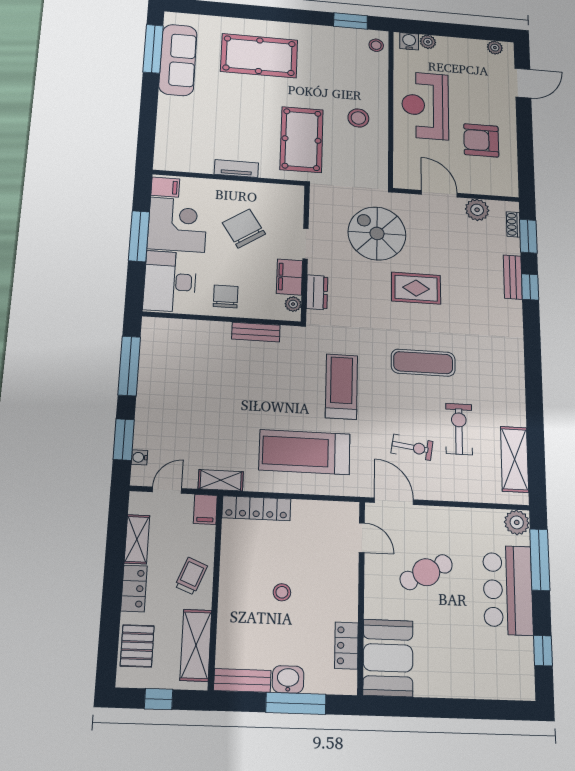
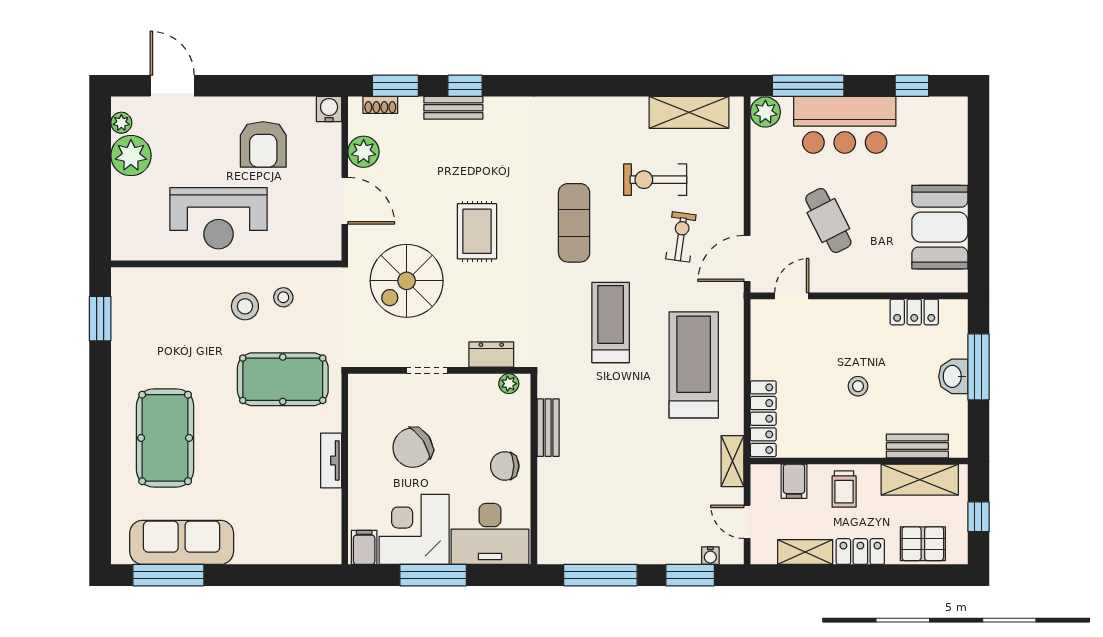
water cooler: (409, 41) -> (329, 109), moved, turned 90
plant: (428, 42) -> (131, 156), moved, width x1.87, depth x1.87
stool: (376, 45) -> (283, 297), moved
door: (439, 194) -> (345, 201), swing flipped
filing cabinet: (290, 277) -> (474, 389), removed
treadmill: (341, 387) -> (611, 322), turned 90
treadmill: (304, 452) -> (694, 365), turned 180
filing cabinet: (205, 509) -> (794, 481), moved, turned 90
trolley: (191, 576) -> (844, 489), turned -112
booth: (388, 658) -> (940, 227), moved, turned 90
bench: (242, 680) -> (917, 446), moved, turned 90

